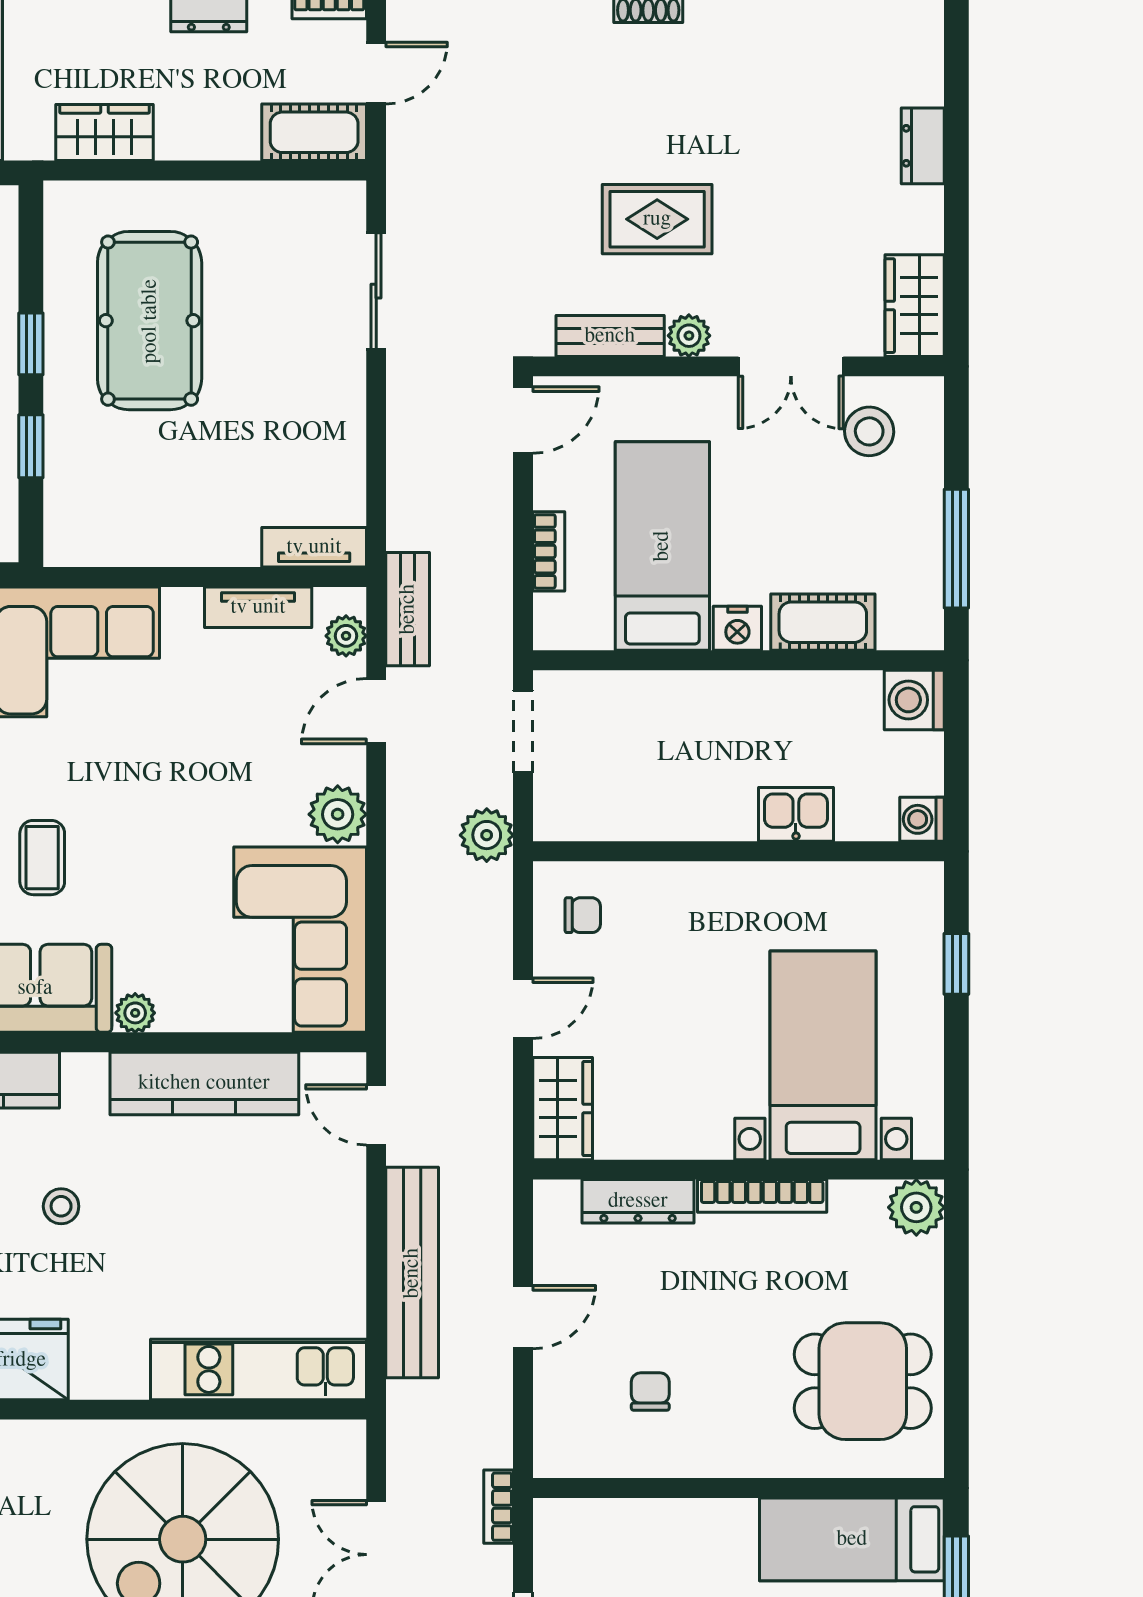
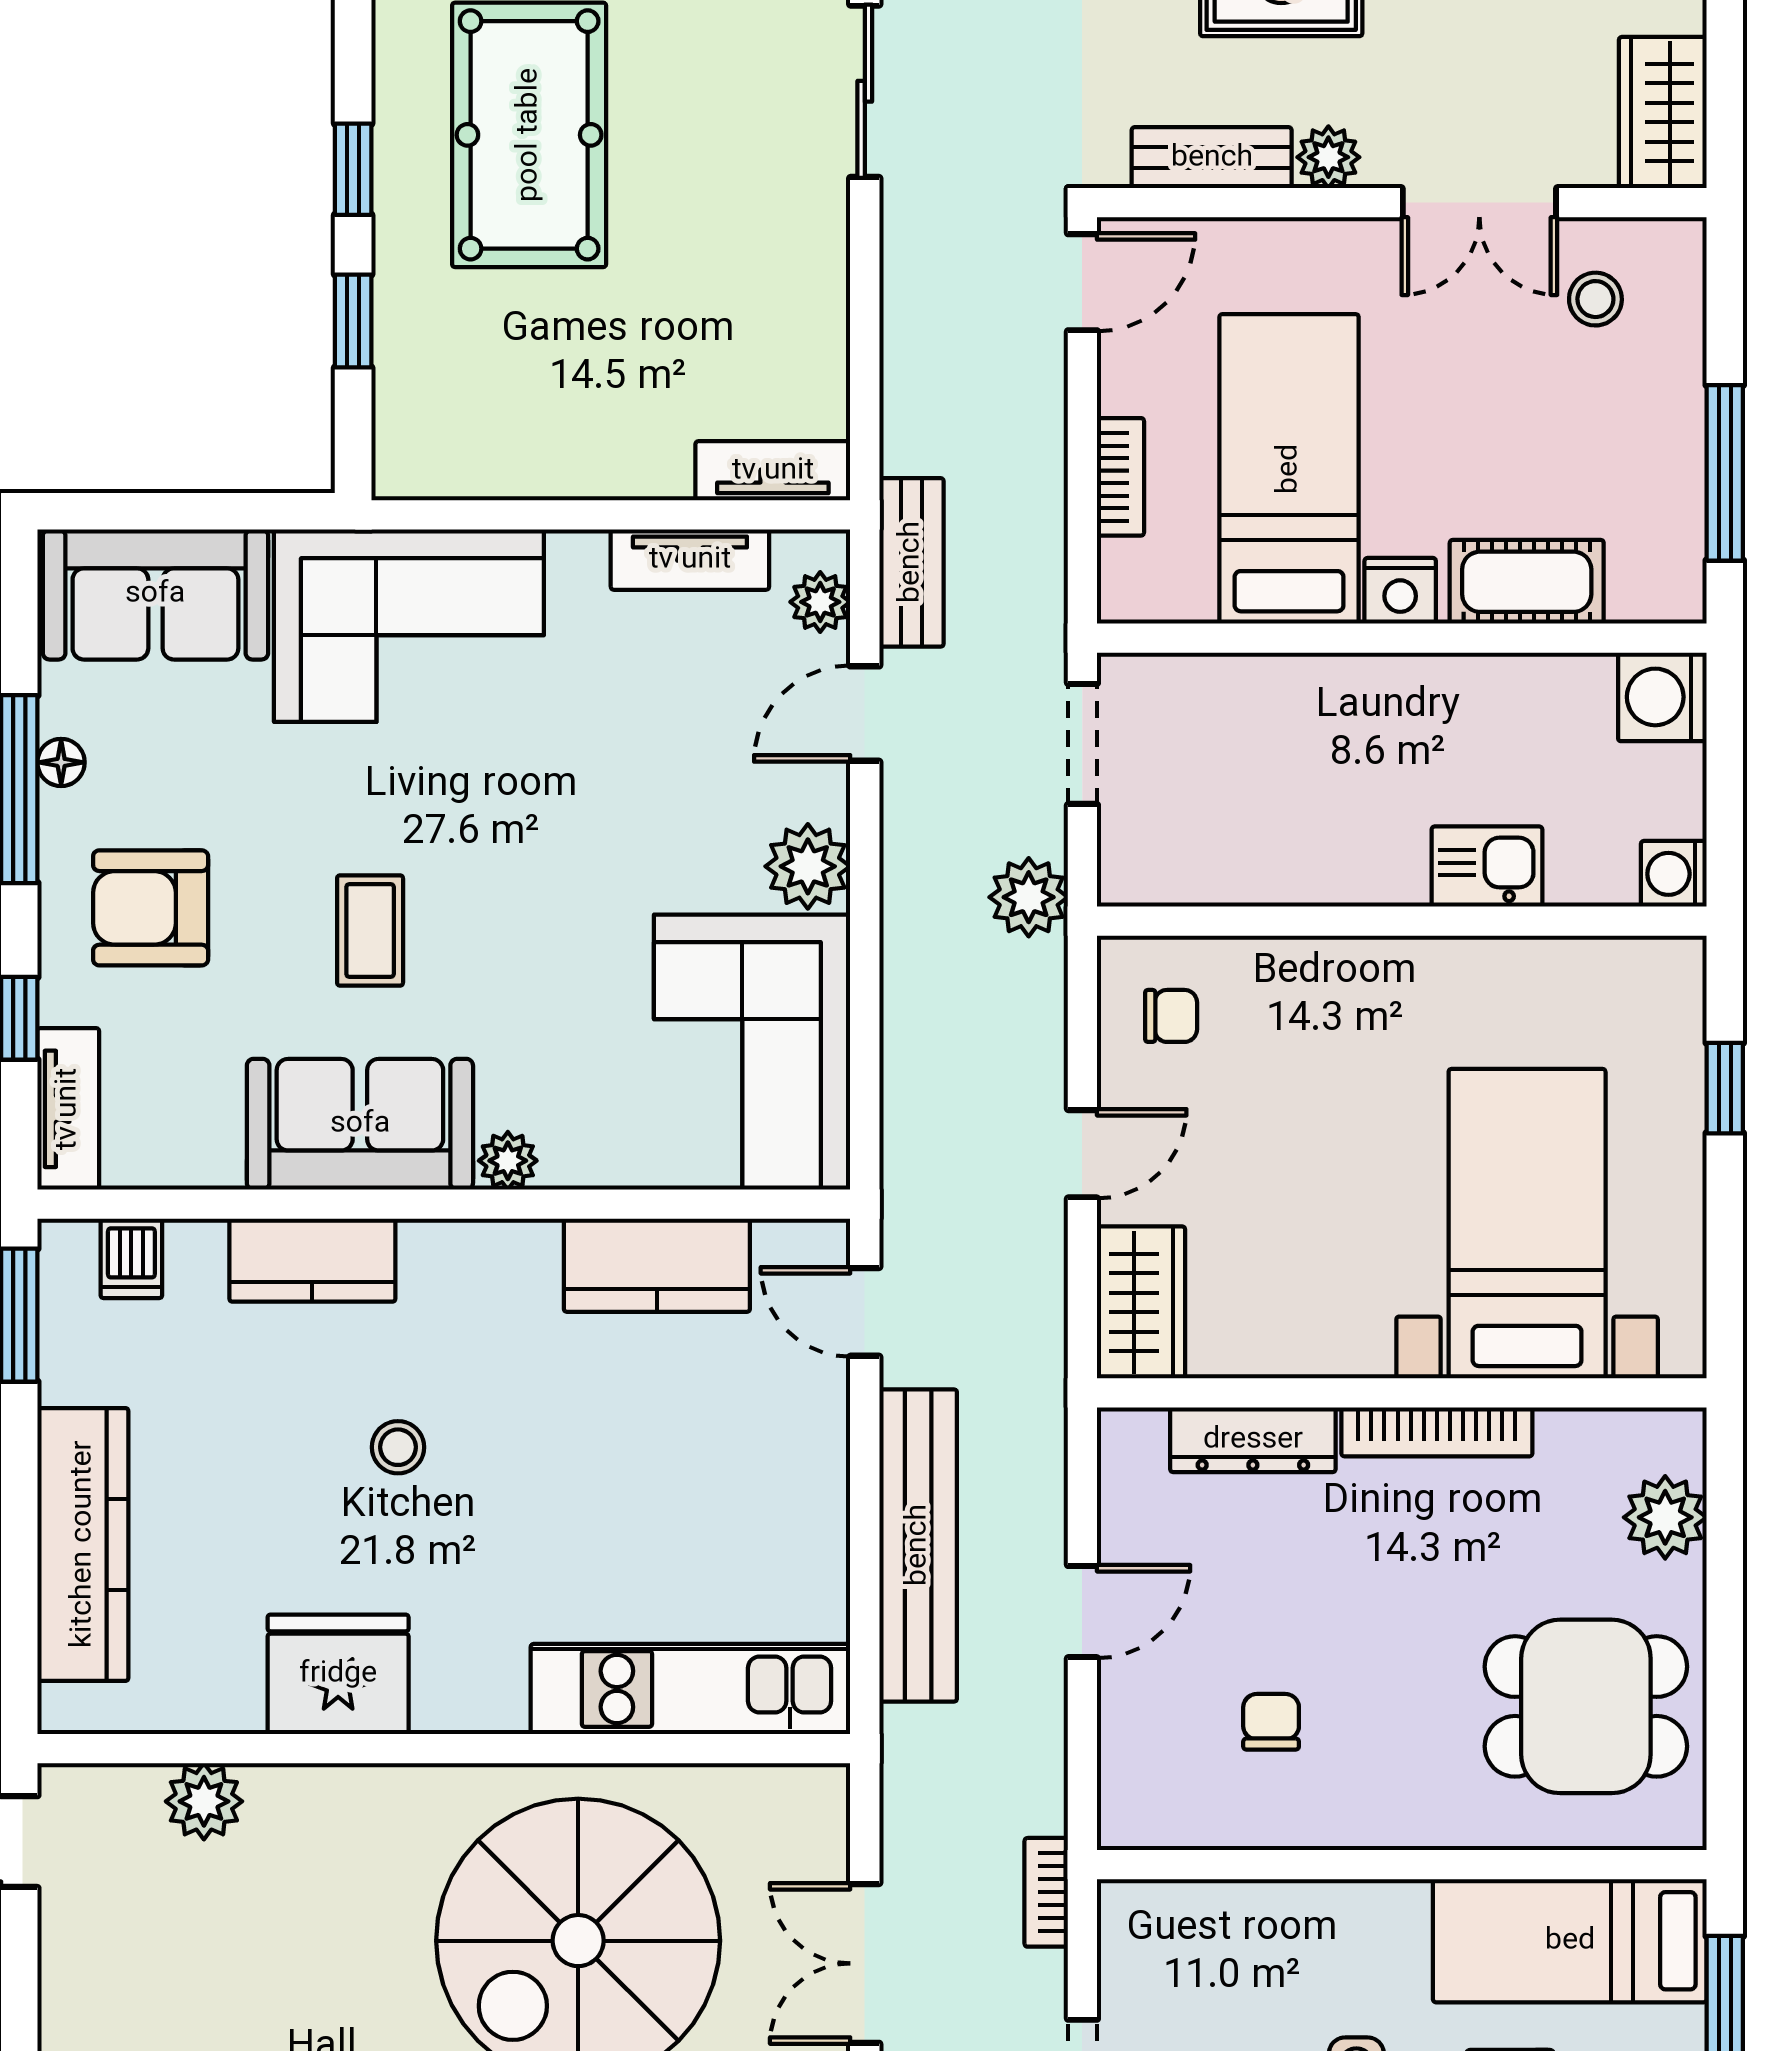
stool: (869, 431) -> (1595, 299), width x0.73, depth x0.73
kitchen counter: (204, 1083) -> (657, 1265), width x0.67
plant: (916, 1207) -> (1665, 1517), moved

